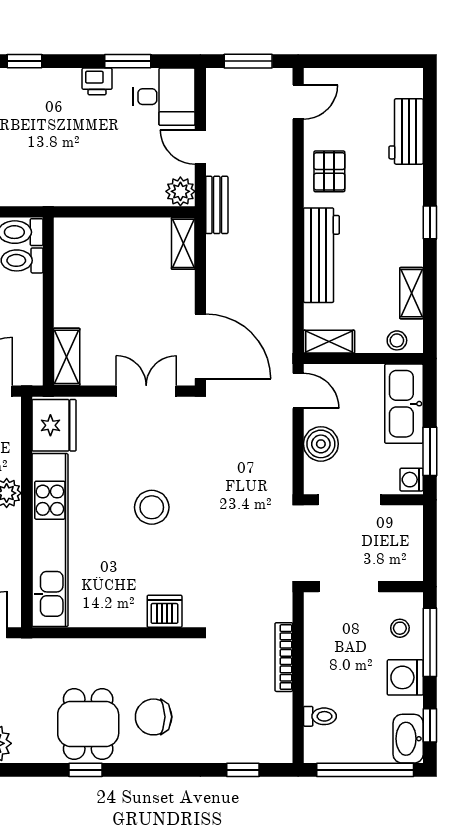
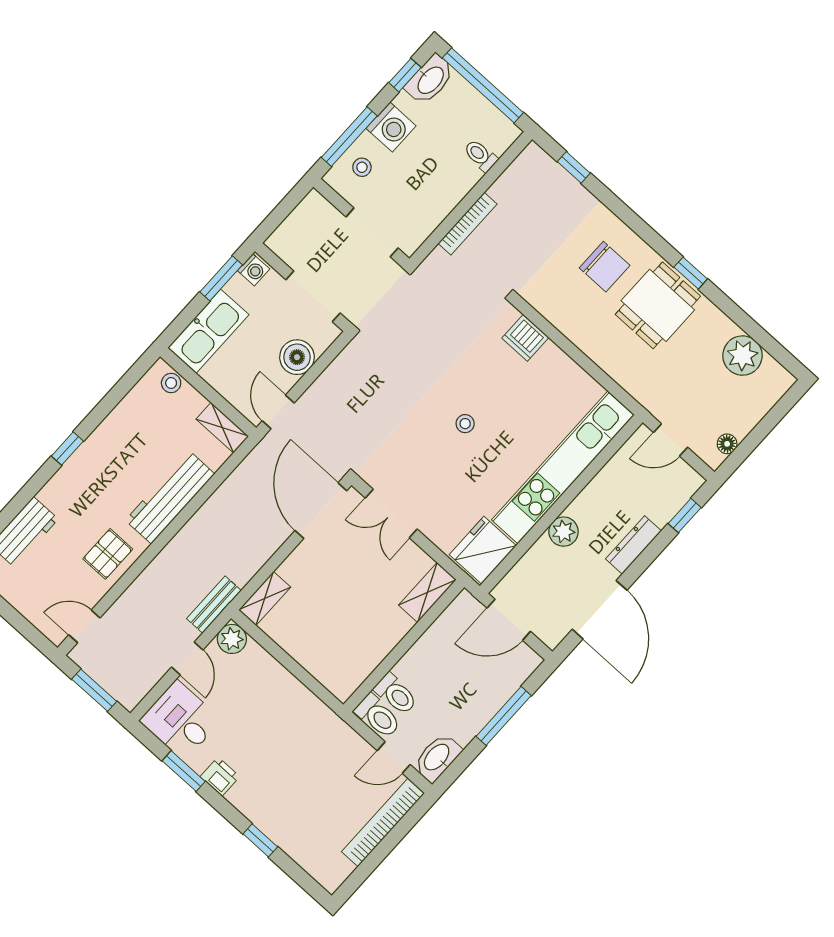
shelving: (411, 293) -> (128, 408), removed
stool: (152, 507) -> (465, 424), width x0.53, depth x0.53

